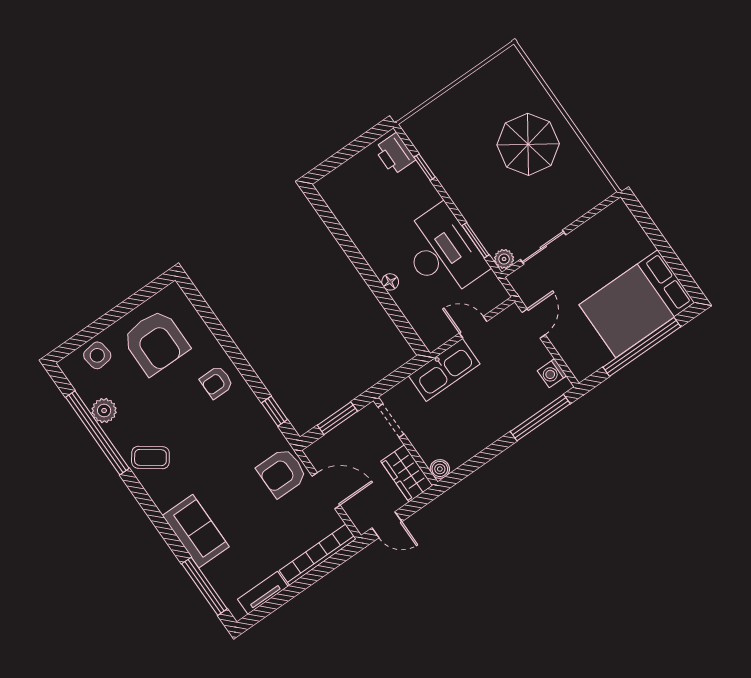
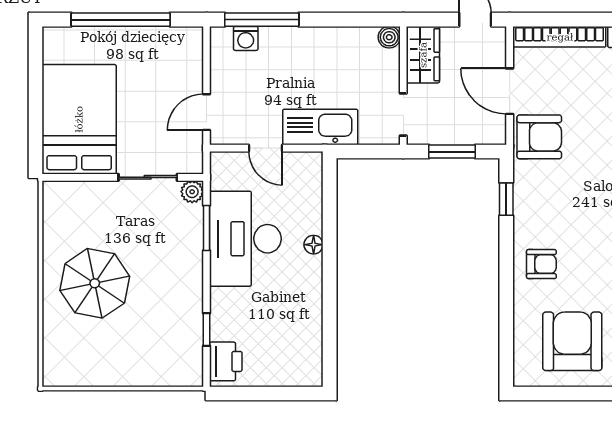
bed: (637, 304) -> (79, 119), moved, turned -90
washing machine: (552, 373) -> (246, 38), moved, turned 90

